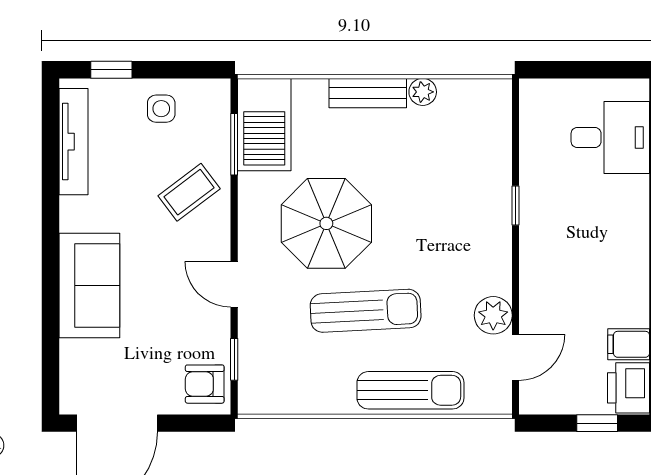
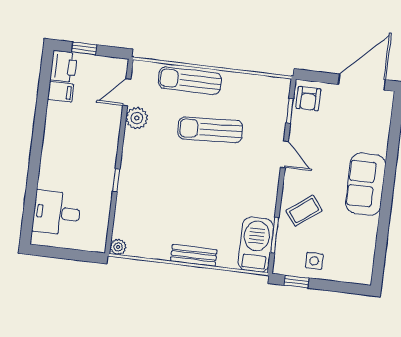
window: (111, 70) -> (296, 282), moved
plant: (423, 92) -> (118, 247), moved
tv unit: (74, 142) -> (367, 248), removed
parasol: (326, 223) -> (227, 183), removed
sofa: (89, 285) -> (366, 184), moved
armchair: (205, 384) -> (308, 99), turned 90

